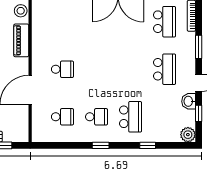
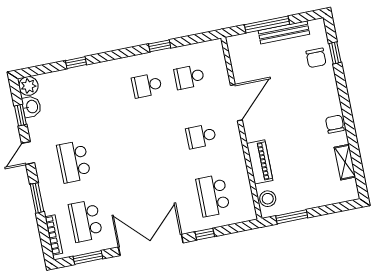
washbasin: (189, 101) -> (32, 107), moved
school desk: (131, 117) -> (213, 196), moved
window: (101, 145) -> (160, 46), moved

